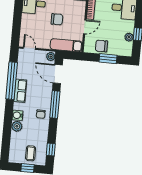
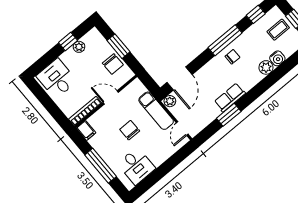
exam couch: (66, 45) -> (156, 111), moved
window: (12, 81) -> (229, 115), width x0.47
window: (55, 105) -> (225, 40), moved
water cooler: (18, 115) -> (277, 58), moved

